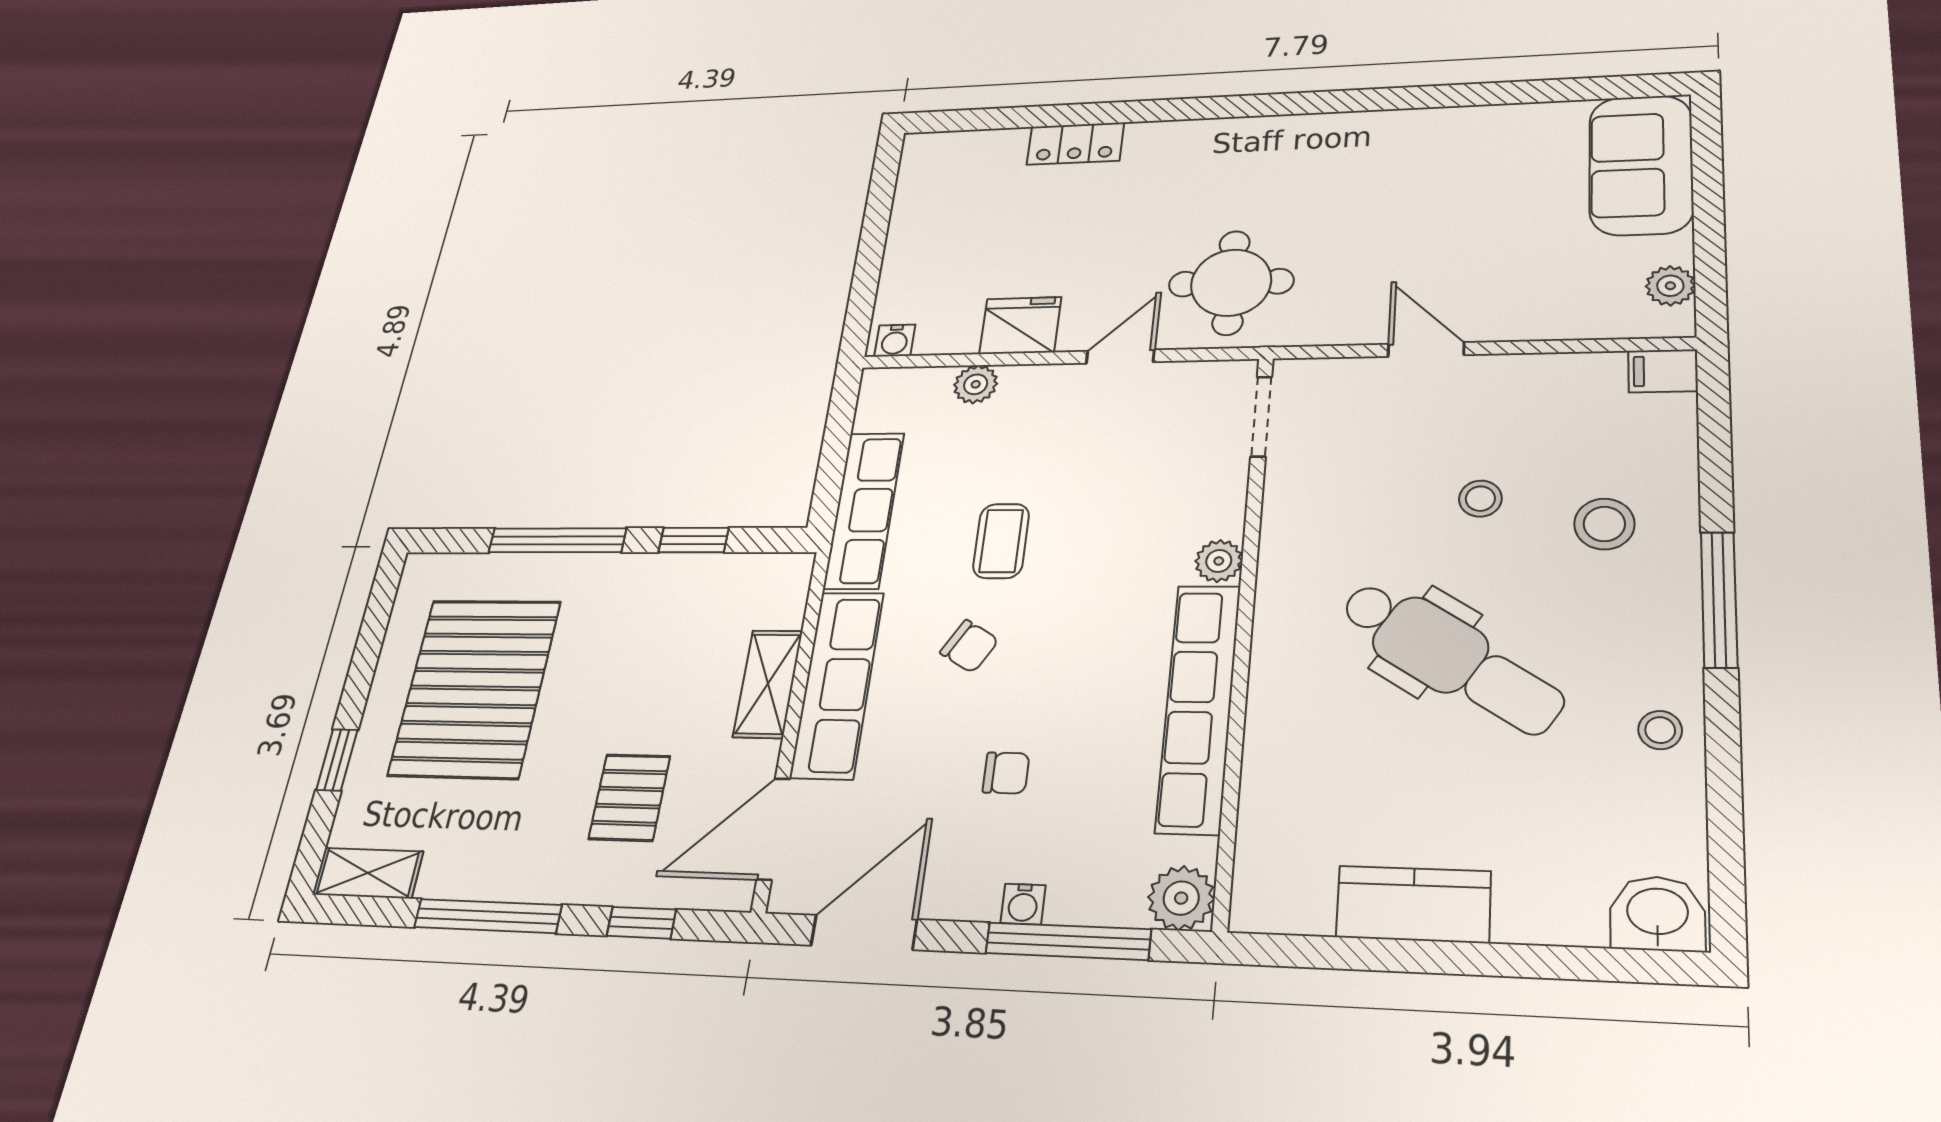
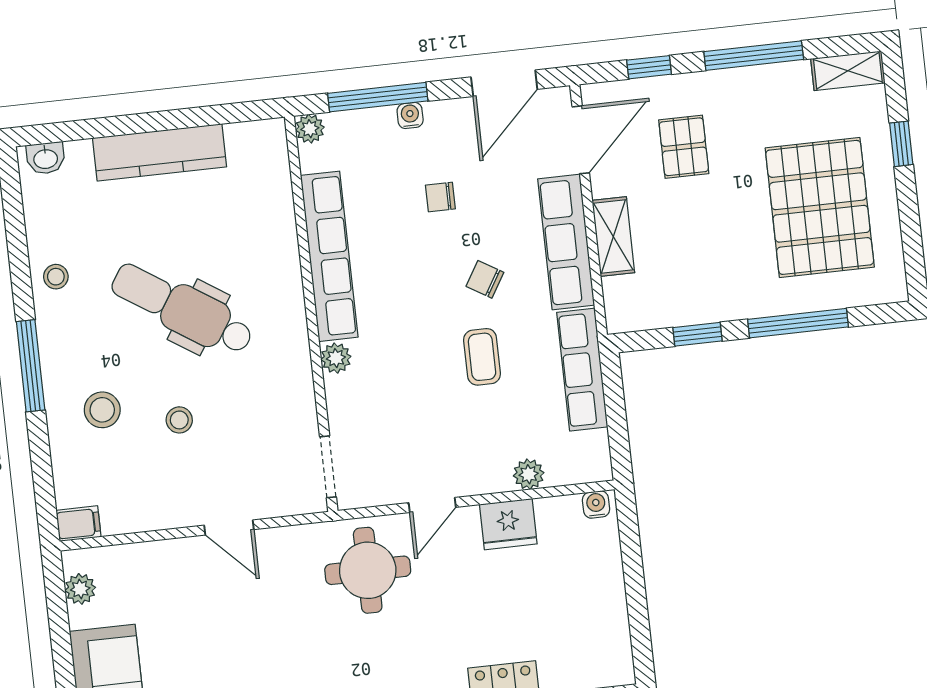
plant: (1181, 898) -> (310, 129), width x0.73, depth x0.73
kitchen counter: (1413, 904) -> (160, 152), width x1.50
washbasin: (1657, 913) -> (46, 158), width x0.72, depth x0.69

